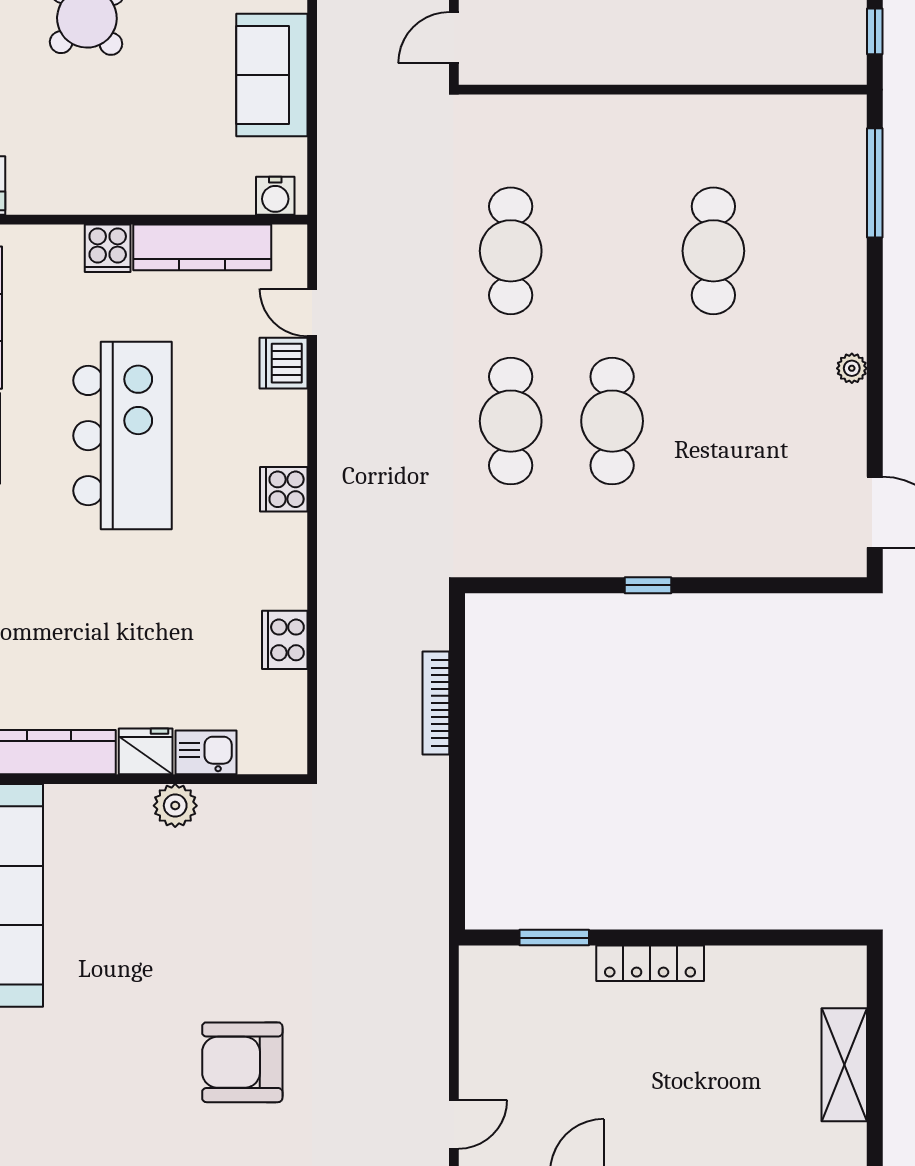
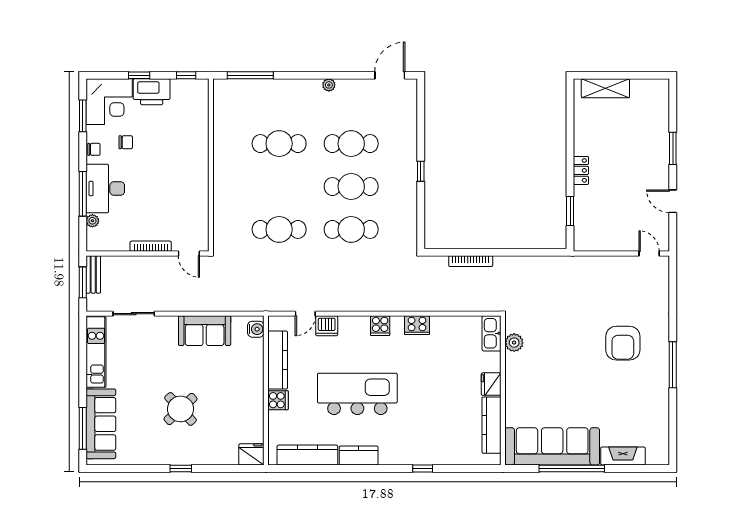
cafe table: (713, 421) -> (351, 144), added
cooker: (285, 640) -> (417, 325), moved
kitchen sink: (206, 752) -> (492, 333), moved, width x1.38
plant: (175, 806) -> (514, 343), moved
locker: (650, 963) -> (581, 170), width x0.66
shelving: (844, 1065) -> (605, 88), moved

